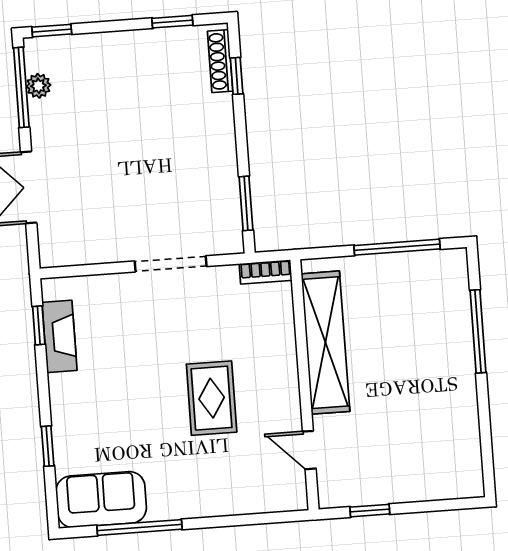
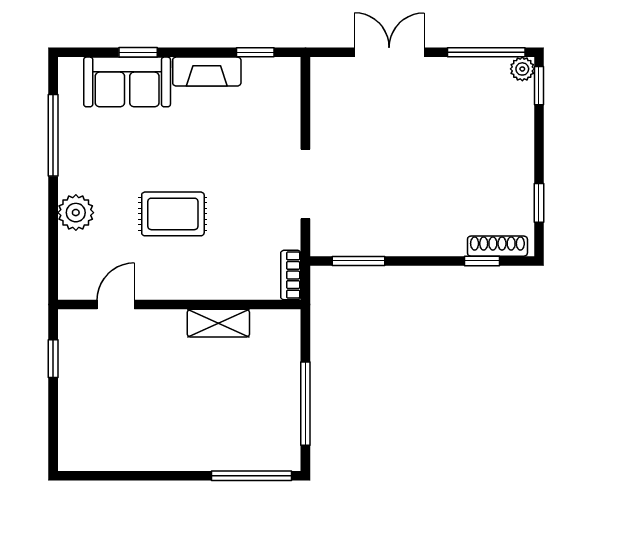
plant: (38, 86) -> (522, 69), moved
window: (478, 331) -> (252, 476), moved
fireplace: (59, 336) -> (207, 72), moved
shelving: (325, 343) -> (218, 323), width x0.45, depth x0.75
plant: (217, 498) -> (76, 213), added
sofa: (101, 500) -> (127, 82), moved, turned 90

